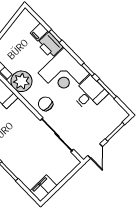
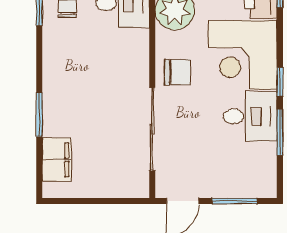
chair: (46, 104) -> (178, 72), turned 90
filing cabinet: (43, 188) -> (57, 160), moved, turned 90

